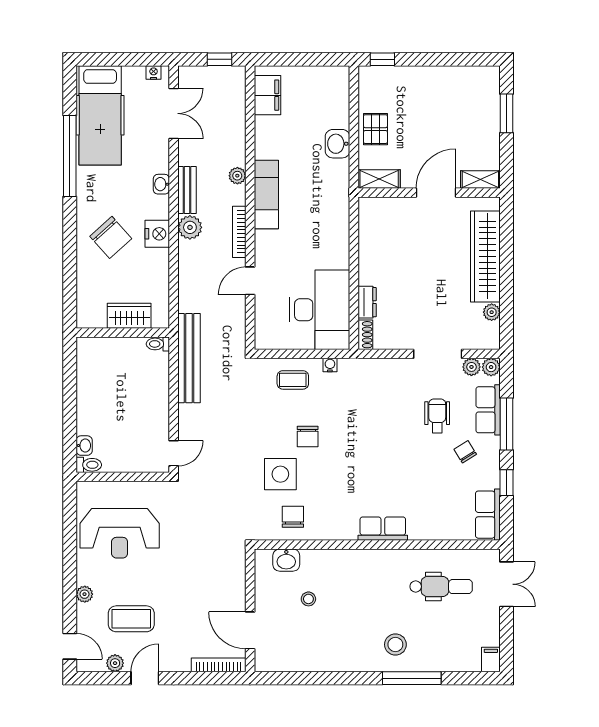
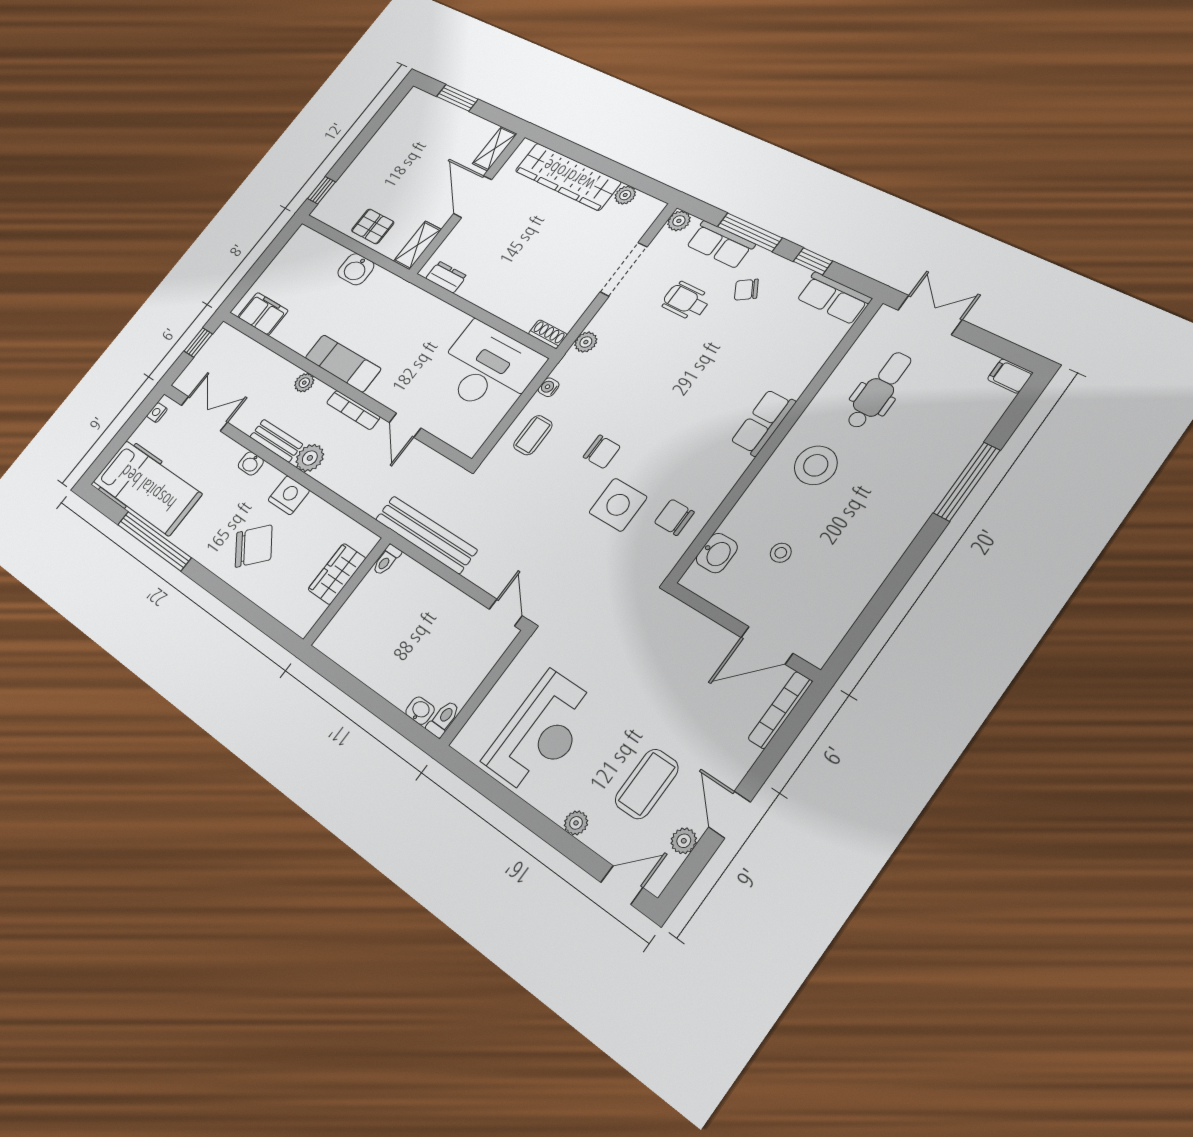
dresser: (367, 302) -> (446, 277), moved
plant: (471, 367) -> (586, 342), moved
stool: (395, 645) -> (816, 465), moved, width x1.38, depth x1.38

